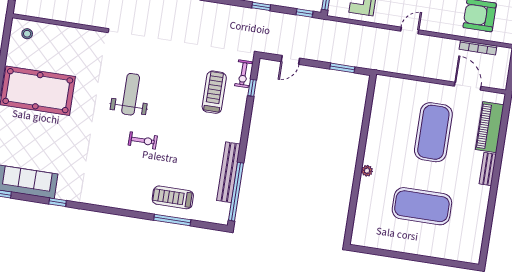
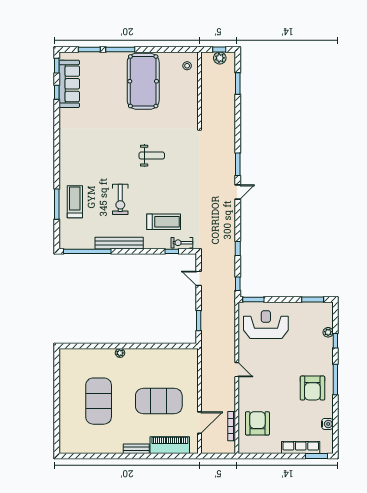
weight bench: (131, 94) -> (152, 156), width x0.73, depth x0.75
exercise bike: (143, 141) -> (120, 199), moved, width x1.38, depth x1.39
bench: (229, 172) -> (119, 243), moved
window: (58, 202) -> (57, 92), moved

